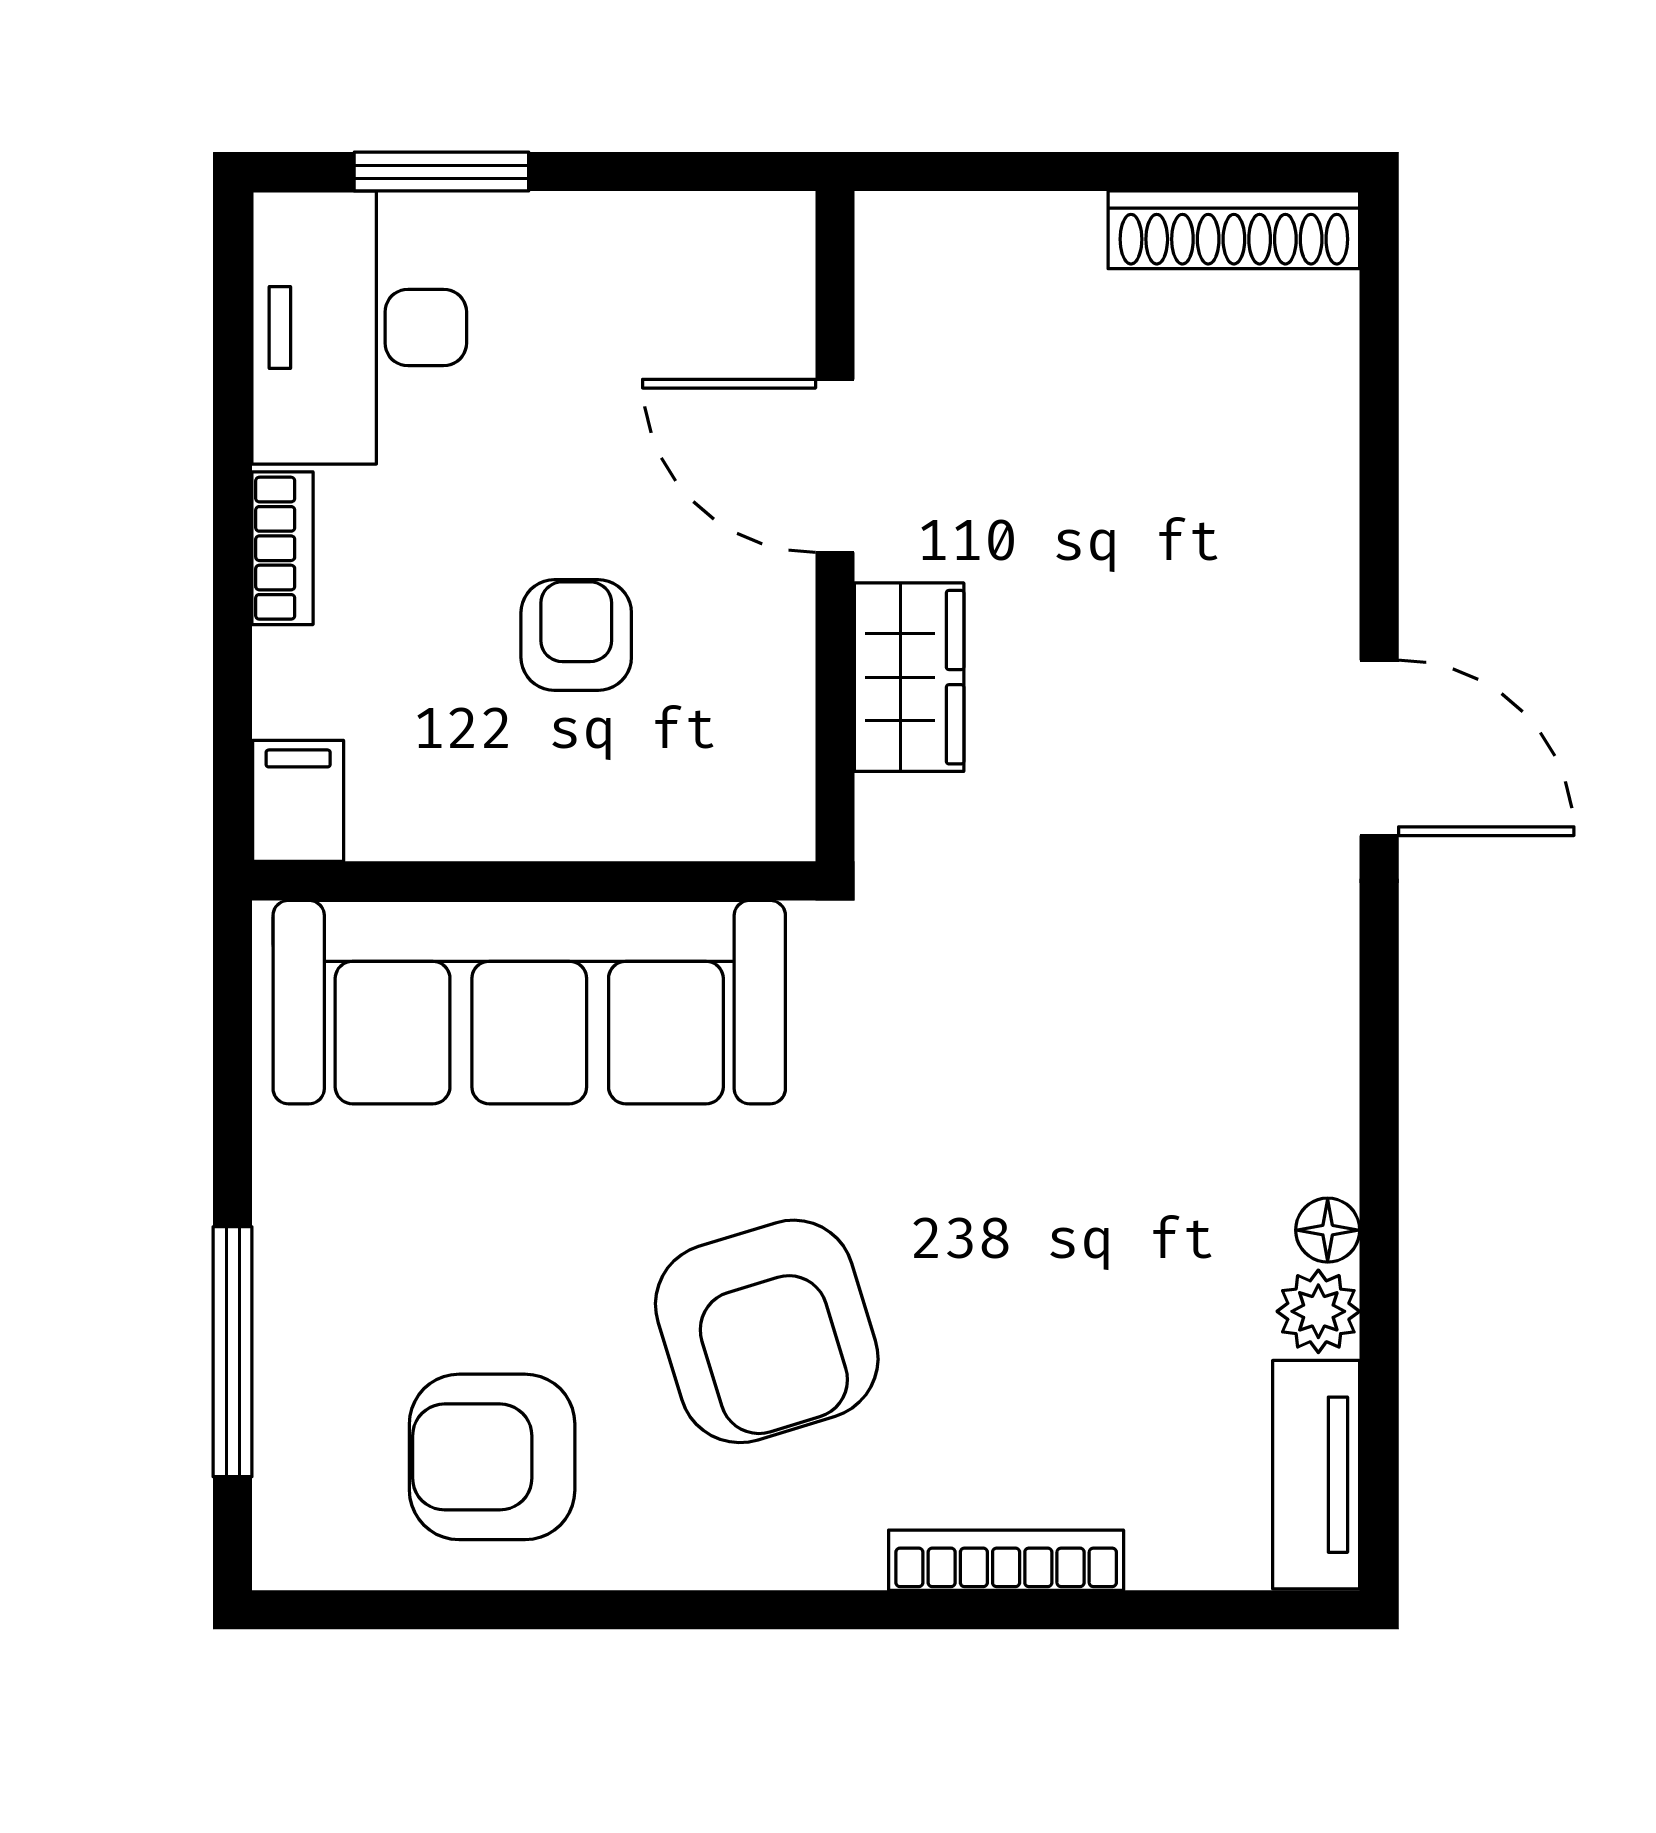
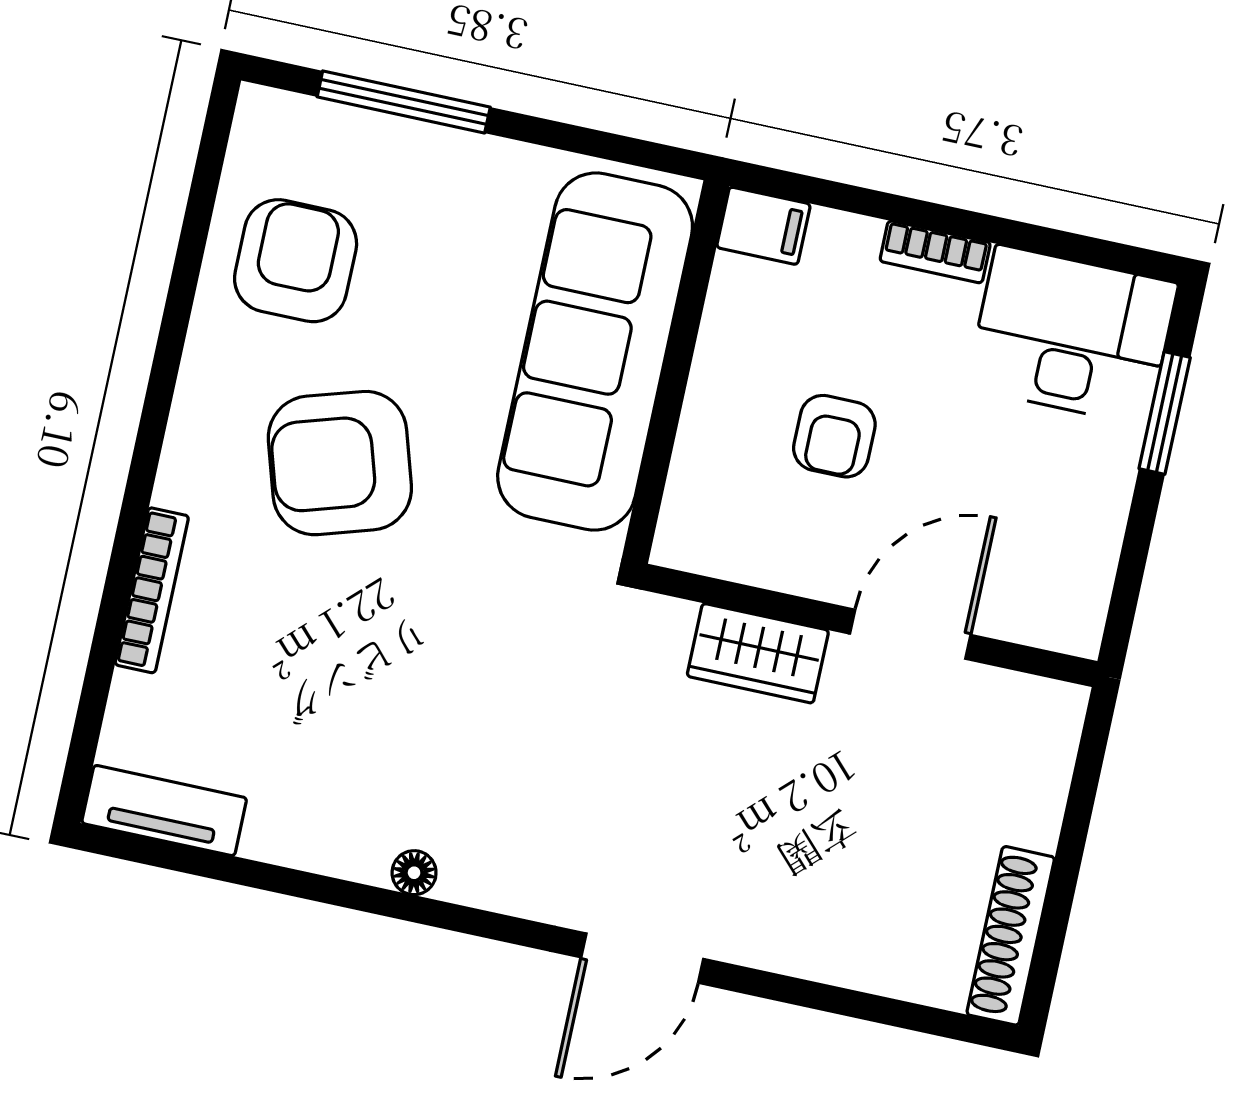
armchair: (576, 635) -> (834, 436), turned 90
floor lamp: (1328, 1230) -> (414, 873), moved
plant: (1318, 1311) -> (273, 836), removed

